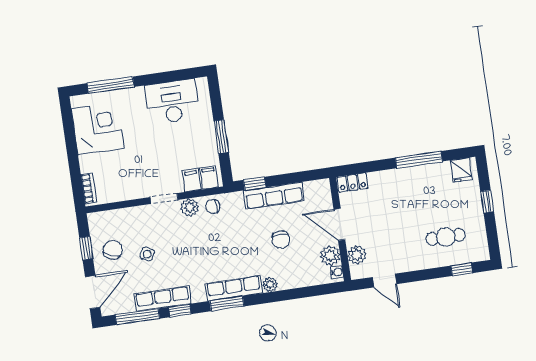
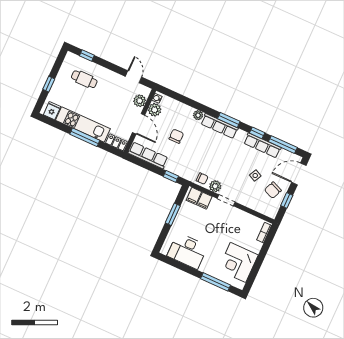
window: (419, 160) -> (85, 137), moved
kitchen unit: (410, 178) -> (83, 124), added
row of seats: (274, 196) -> (148, 155), moved

